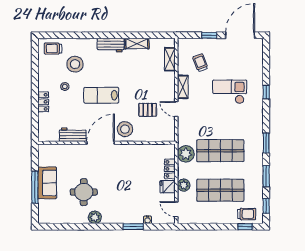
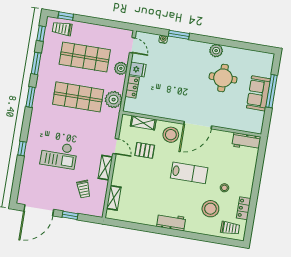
shelving: (137, 44) -> (143, 123), moved
locker: (43, 102) -> (244, 208), moved
workbench: (73, 135) -> (246, 141), moved

